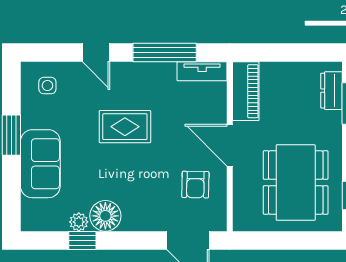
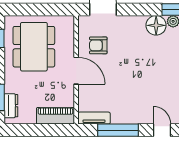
piano: (246, 91) -> (55, 116), moved, turned 90
rug: (125, 127) -> (143, 83), removed
armchair: (195, 185) -> (98, 45), turned -91

